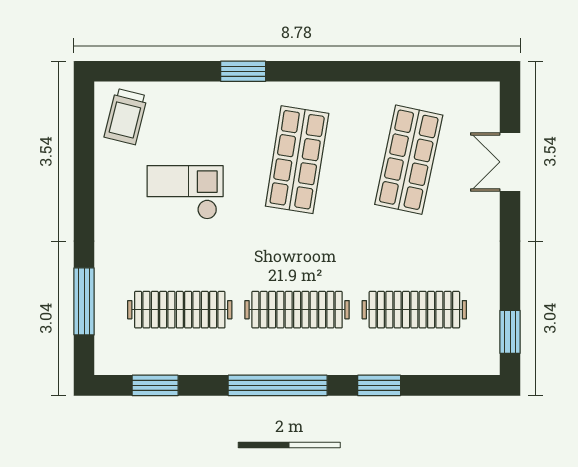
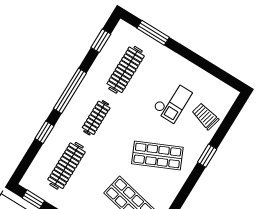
trolley: (126, 117) -> (205, 116), moved
shop shelf: (297, 160) -> (157, 156), turned -33
clothes rail: (297, 310) -> (96, 118), width x0.73, depth x0.76

